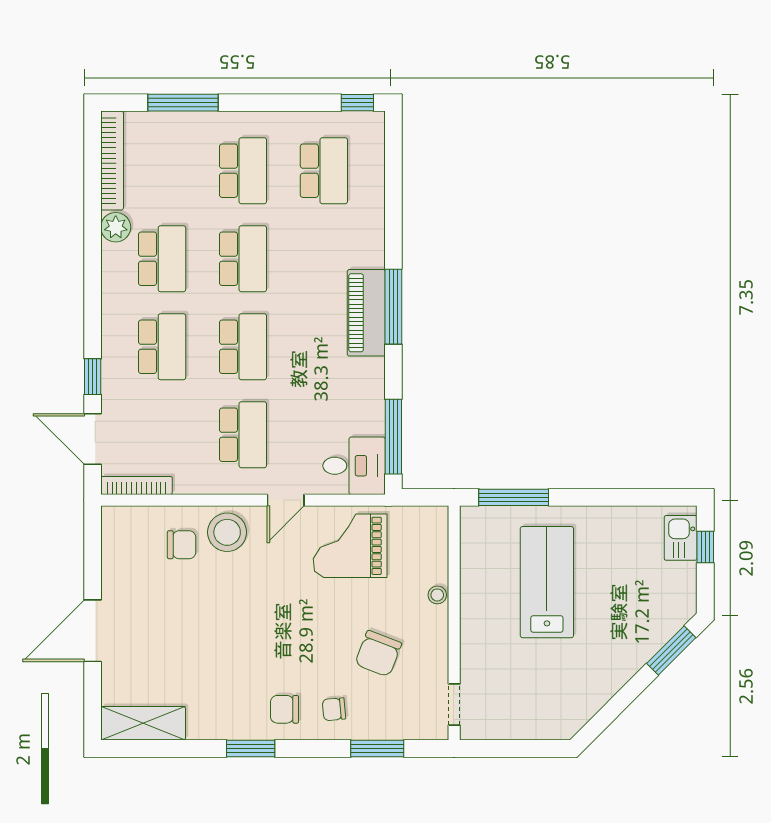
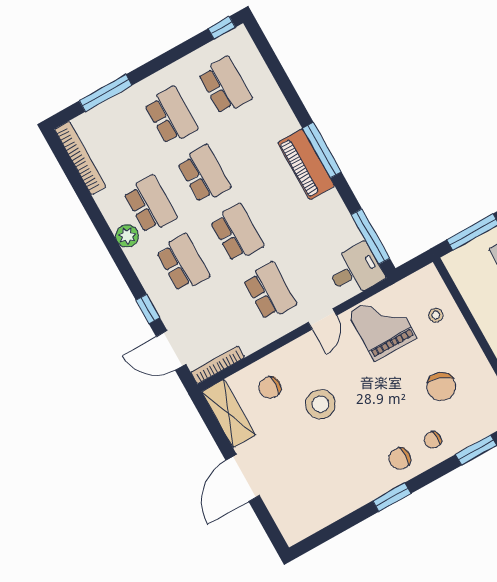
plant: (116, 227) -> (127, 236), moved
stool: (227, 532) -> (321, 404), moved
chair: (182, 545) -> (270, 388), turned 180
grand piano: (350, 546) -> (382, 325), turned 90
stool: (437, 595) -> (436, 315), moved
shelving: (143, 723) -> (229, 413), moved, turned 90

